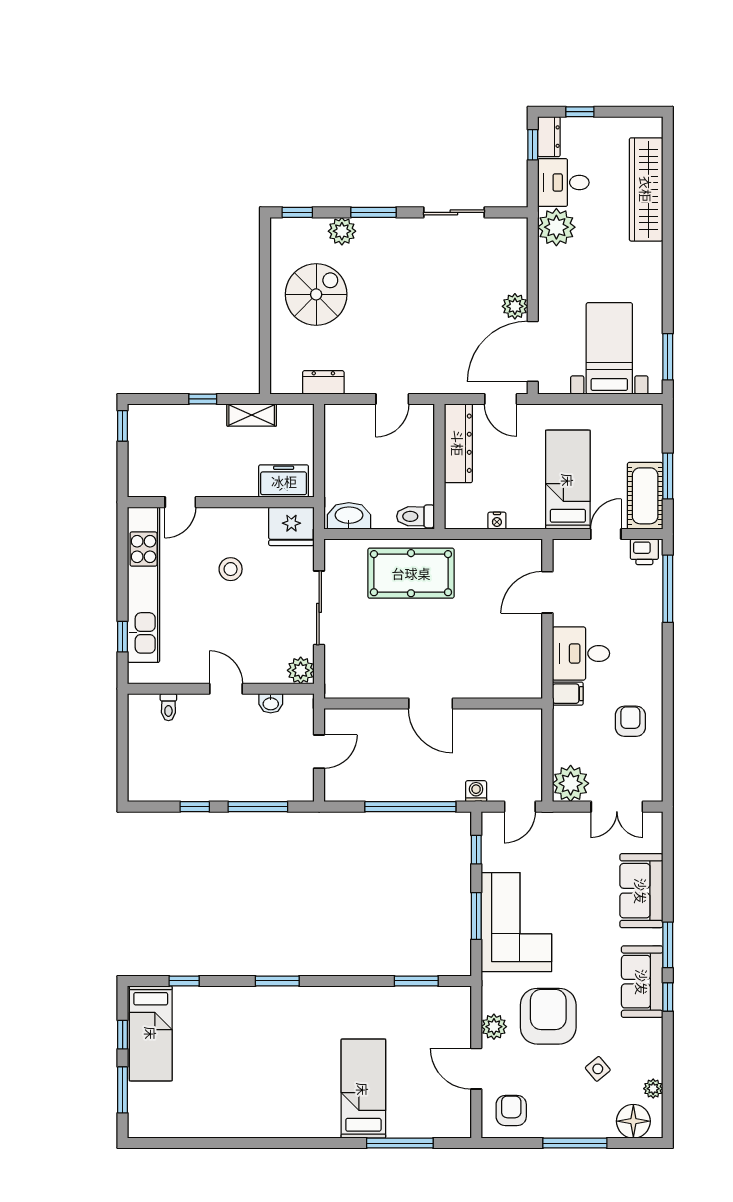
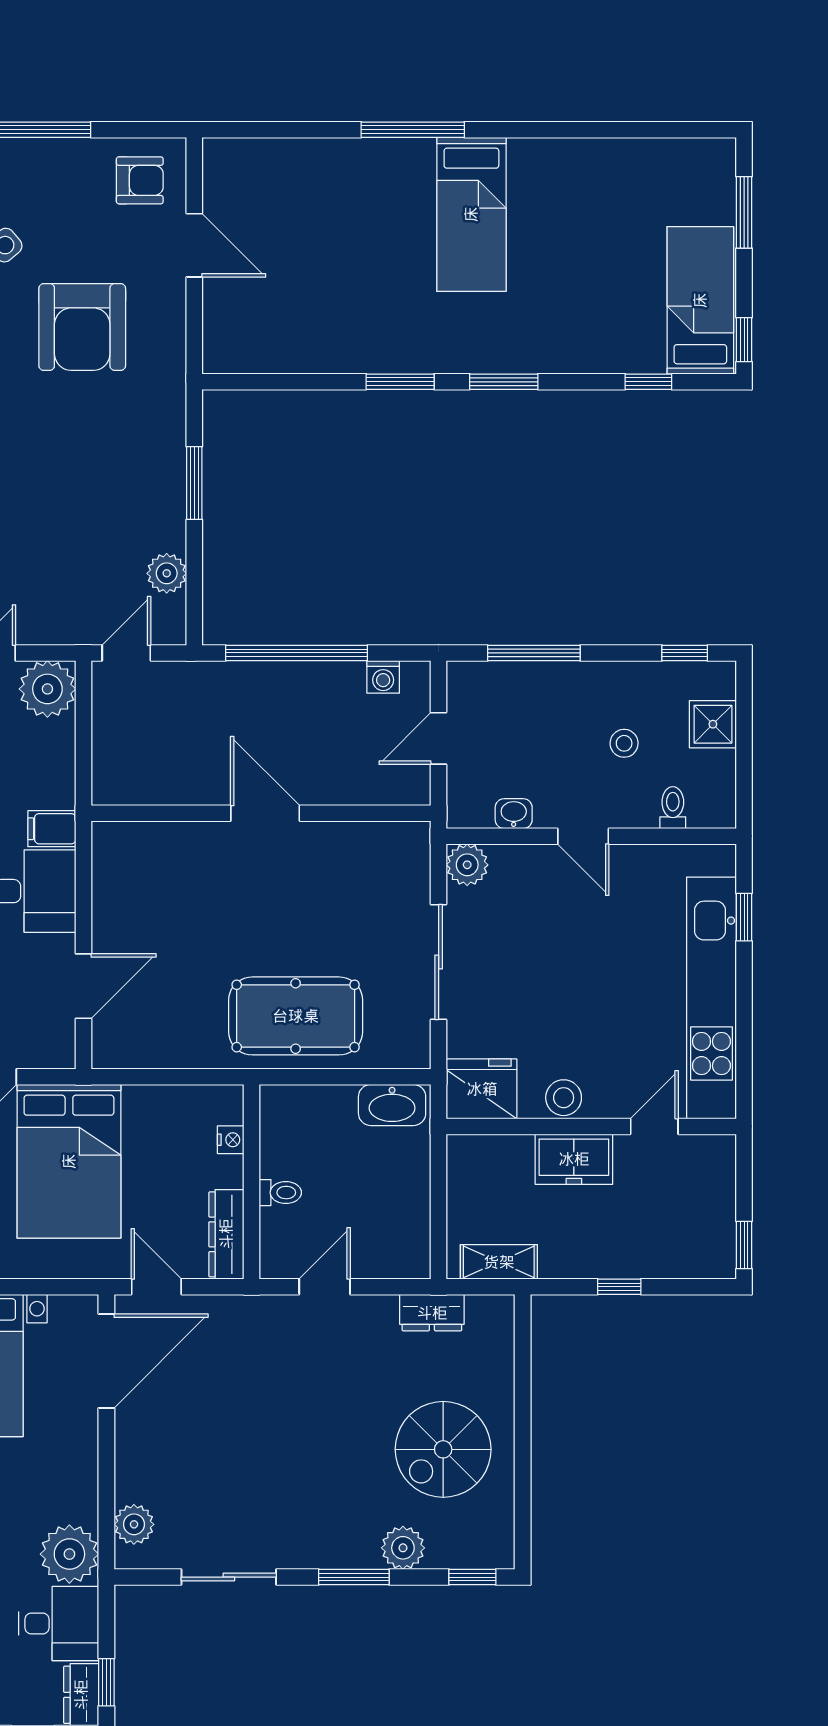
plant: (515, 306) -> (134, 1524), moved
shelving: (252, 415) -> (499, 1262), moved
dresser: (458, 443) -> (226, 1234), width x0.73, depth x0.80
bed: (568, 480) -> (69, 1161), width x1.50
freezer: (284, 481) -> (574, 1159), moved
toilet: (416, 516) -> (280, 1193), moved, width x0.73, depth x0.72
nightstand: (497, 521) -> (231, 1140), moved, turned 90
stool: (231, 569) -> (564, 1098), moved
stool: (200, 748) -> (624, 743), added
shower: (143, 761) -> (713, 724), added
washing machine: (476, 791) -> (383, 677), moved
window: (195, 807) -> (685, 653), moved
window: (476, 850) -> (194, 586), removed
corner sofa: (516, 922) -> (132, 473), removed
window: (416, 981) -> (400, 382), moved
plant: (494, 1027) -> (167, 573), moved
window: (123, 1035) -> (744, 340), moved
bed: (363, 1089) -> (471, 214), moved
armchair: (511, 1111) -> (140, 180), turned -90
window: (400, 1143) -> (413, 130), moved

